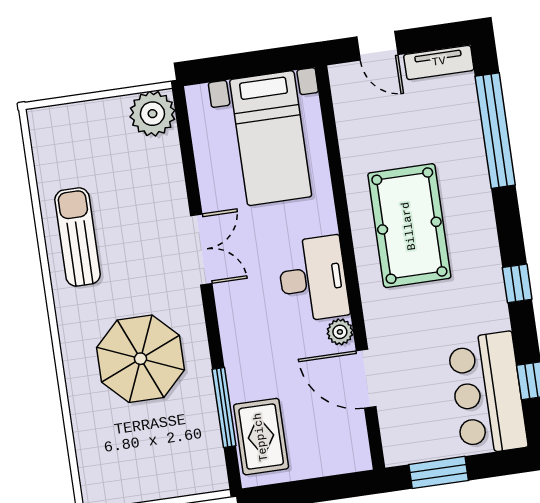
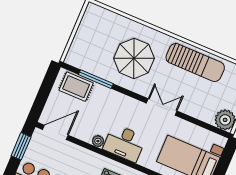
sun lounger: (78, 237) -> (195, 63), width x1.36, depth x1.34
double door: (201, 250) -> (162, 107), swing flipped
door: (366, 379) -> (55, 132), moved

